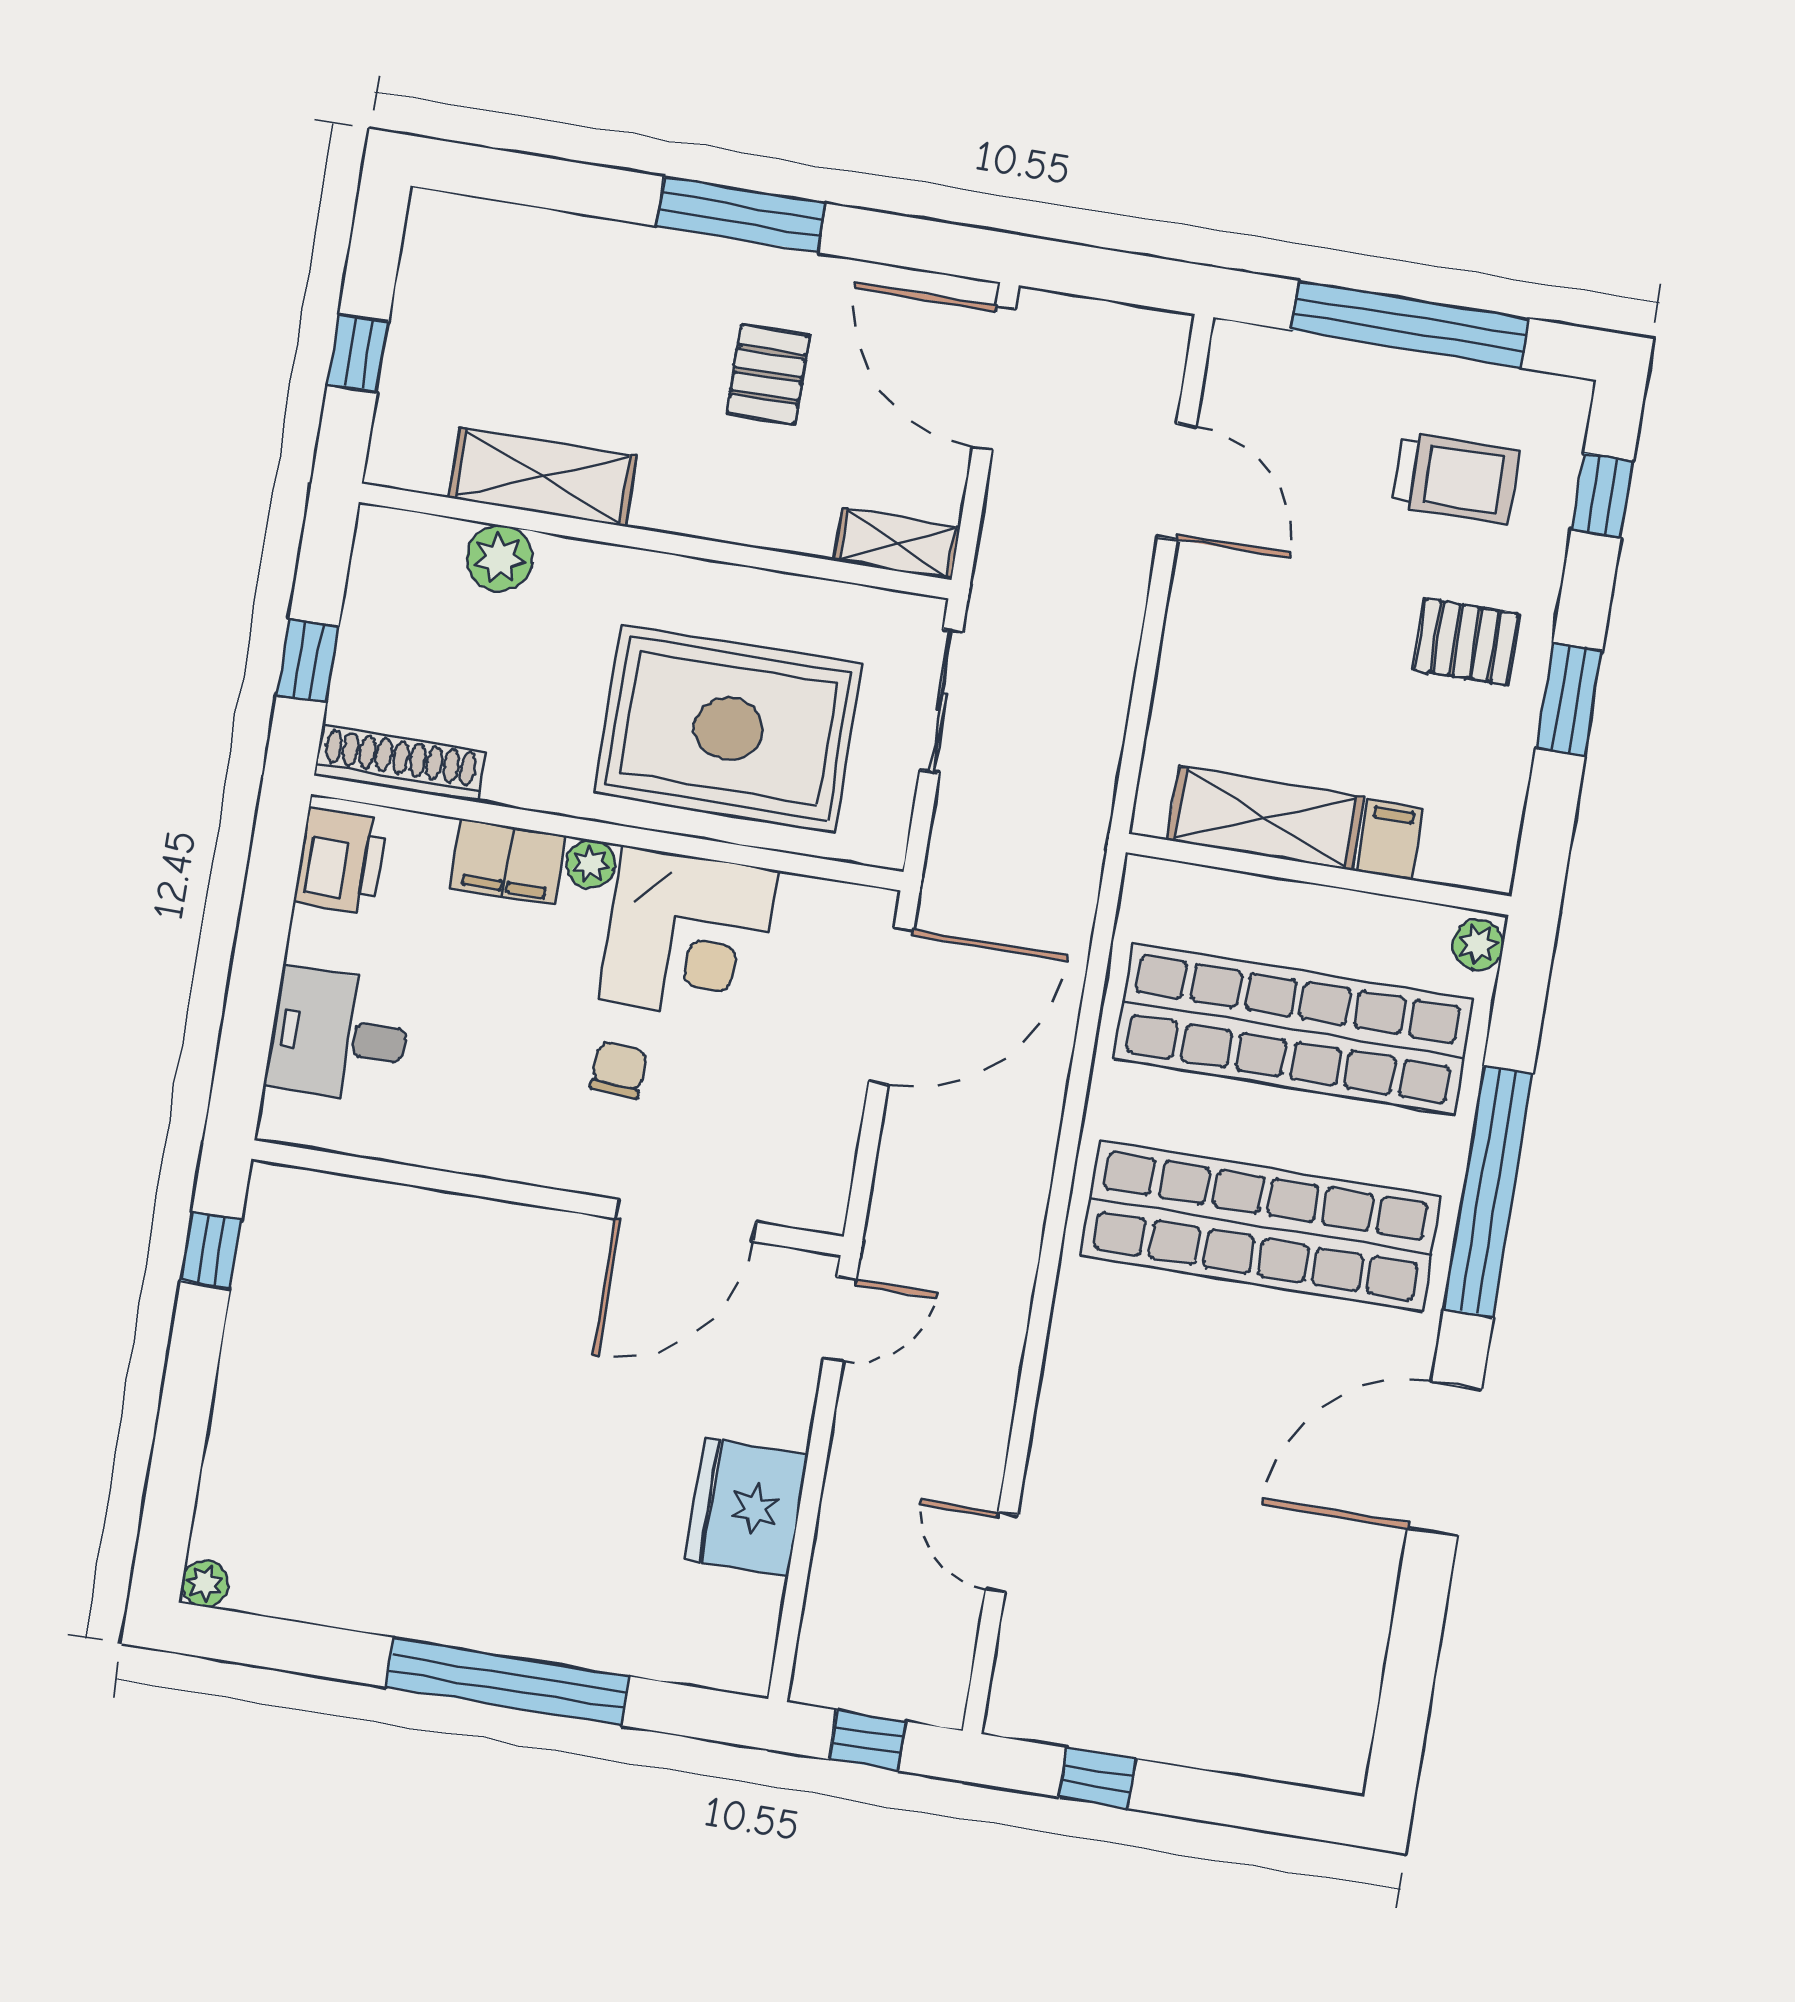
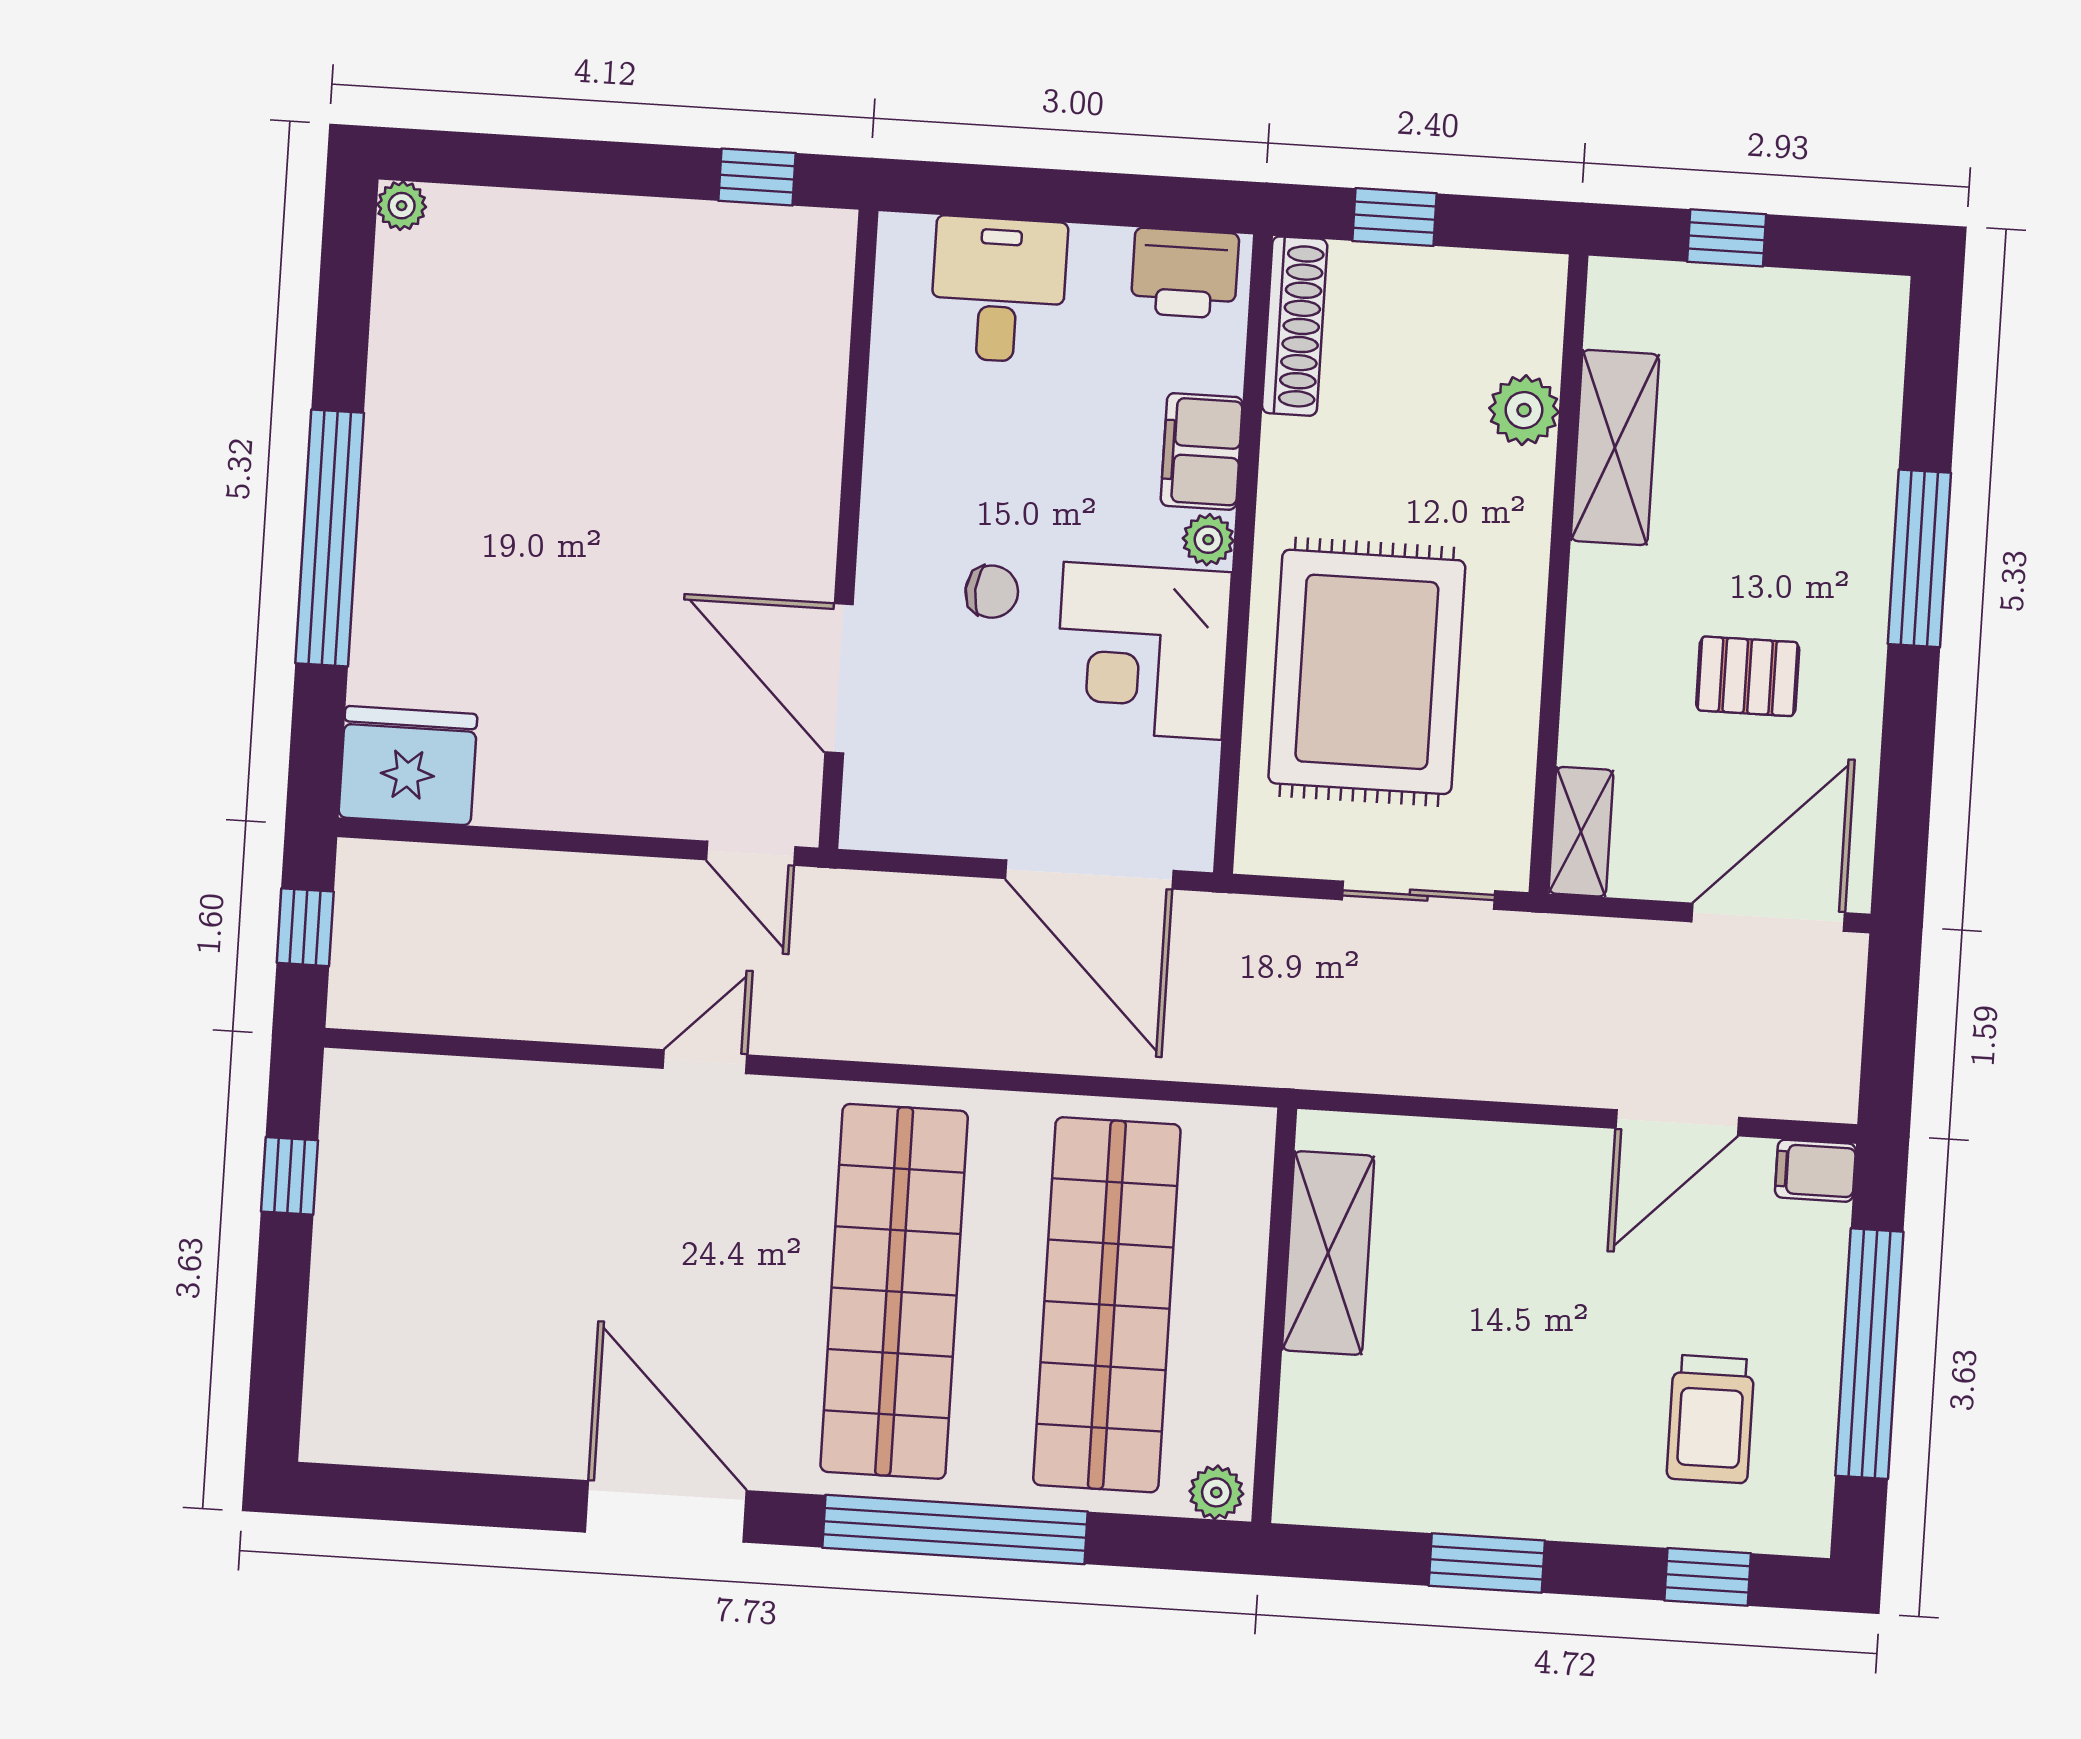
window: (741, 215) -> (1919, 558), moved
pallet: (1466, 642) -> (1537, 1447), removed
filing cabinet: (1390, 840) -> (1815, 1171), moved, turned 180
fridge: (747, 1507) -> (408, 766), moved
door: (1002, 1552) -> (705, 1062), moved

